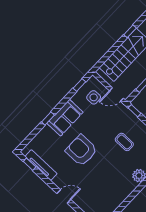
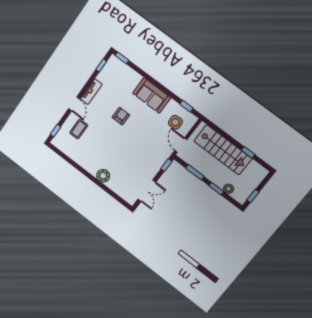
window: (48, 118) -> (122, 58), moved
coffee table: (124, 142) -> (79, 129), moved
armchair: (81, 150) -> (121, 116), width x0.53, depth x0.53
tv unit: (41, 165) -> (91, 92), moved, width x0.71

